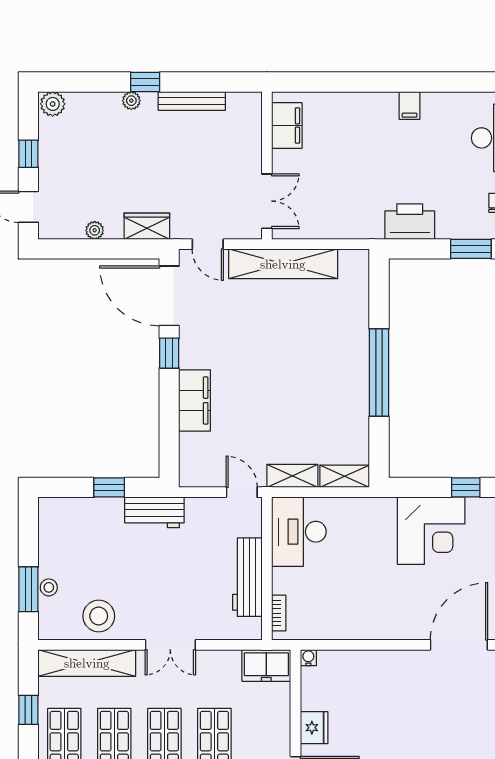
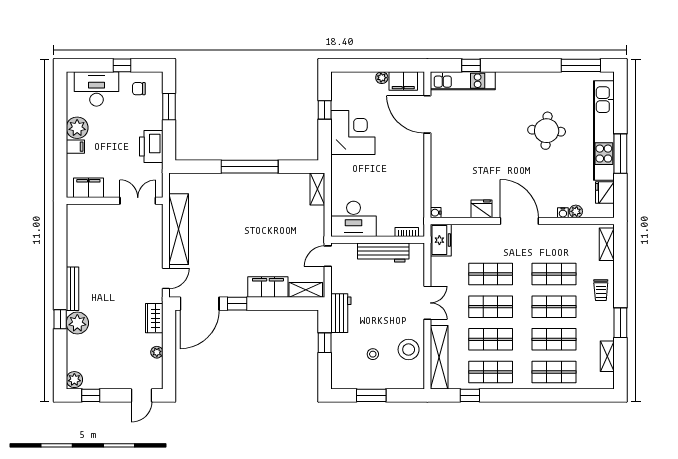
plant: (131, 101) -> (77, 323), width x1.88, depth x1.88
plant: (438, 108) -> (77, 128), added
filing cabinet: (287, 125) -> (88, 188), moved
window: (28, 154) -> (91, 395), moved
wall: (267, 165) -> (115, 201), moved
double door: (267, 201) -> (138, 201), moved
shelving: (292, 476) -> (306, 290), moved, turned 90
stool: (49, 587) -> (373, 354), moved
window: (28, 589) -> (371, 395), moved

